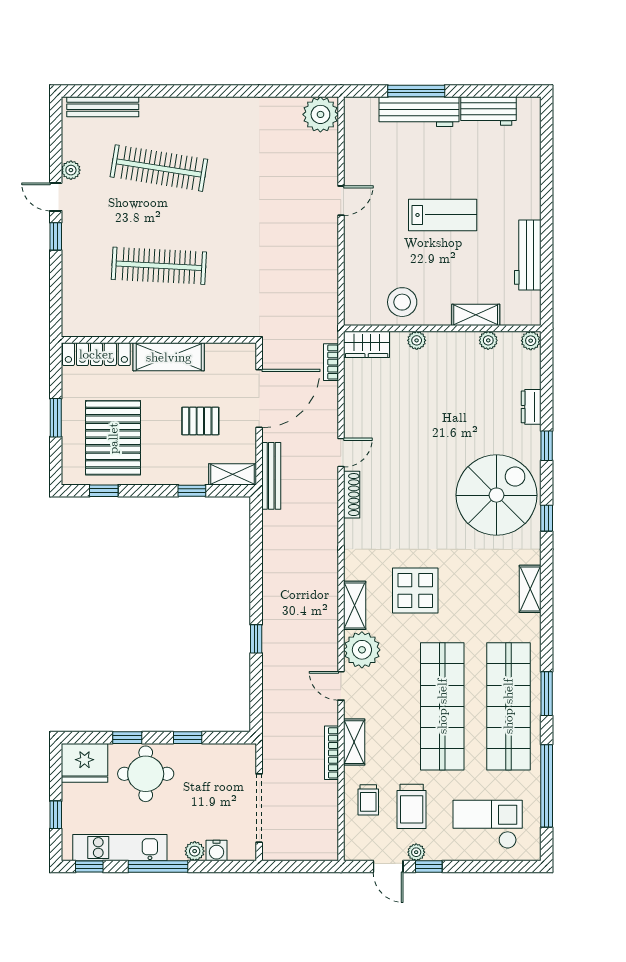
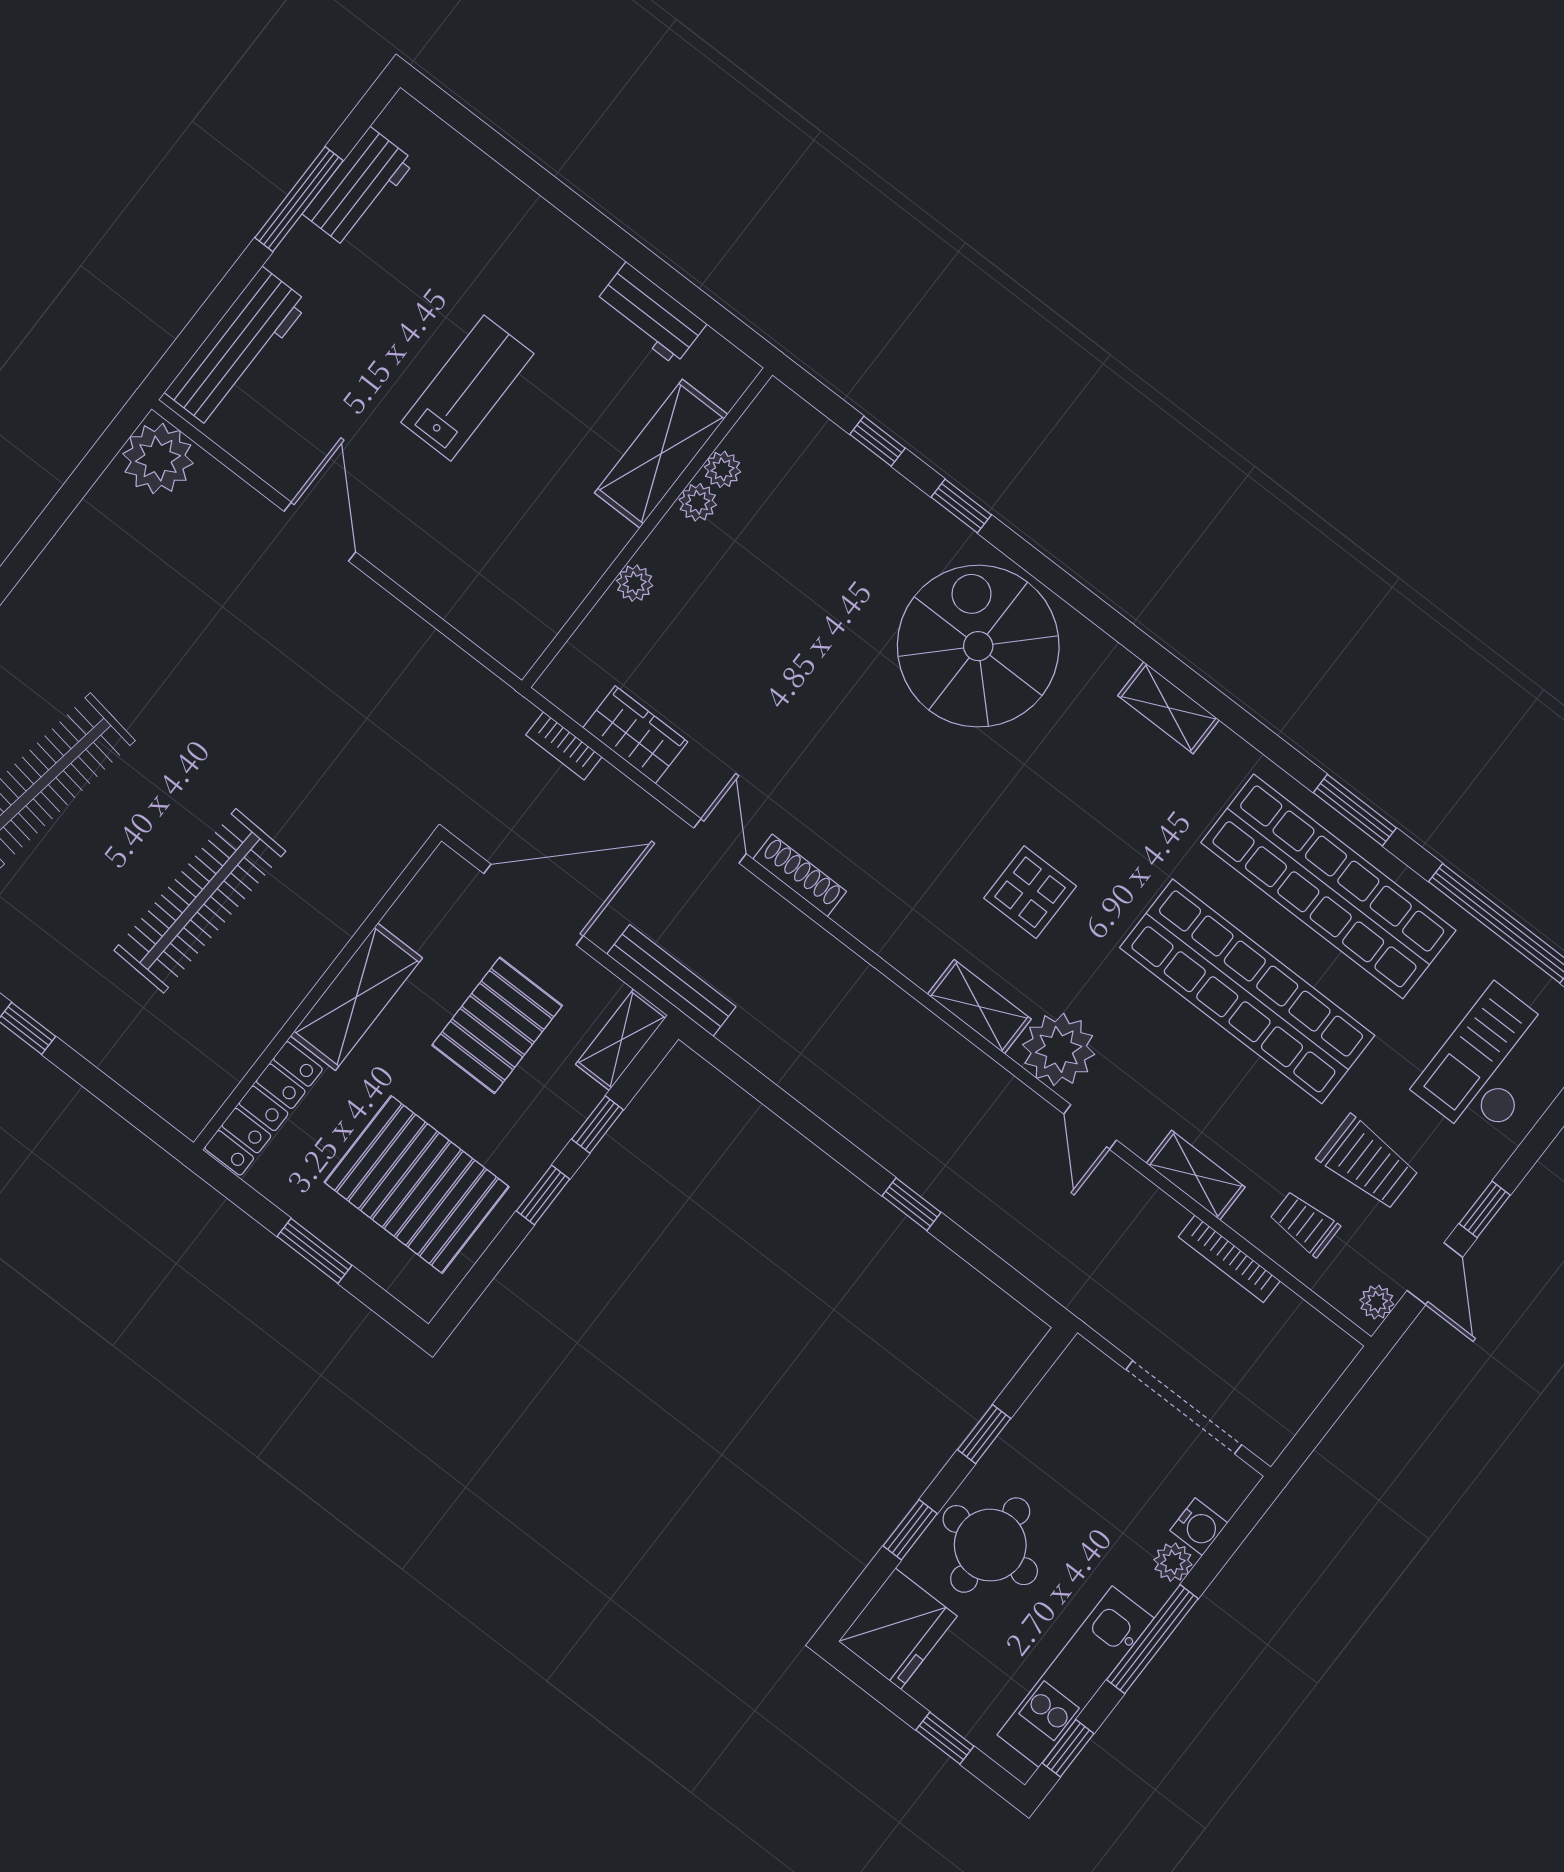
window: (416, 91) -> (299, 199), moved
workbench: (419, 112) -> (237, 348), moved
door: (341, 201) -> (320, 532), width x1.38
workbench: (528, 255) -> (651, 314), width x0.73
stool: (402, 302) -> (556, 559), removed
shelving: (476, 315) -> (661, 454), width x1.50, depth x1.33
plant: (531, 341) -> (698, 502), moved
wardrobe: (367, 344) -> (635, 735), moved, turned -90
door: (259, 399) -> (534, 905), hinge flipped
dresser: (531, 407) -> (881, 483), removed
pallet: (200, 421) -> (497, 1025), width x1.50, depth x1.42
window: (104, 491) -> (543, 1195), moved
window: (547, 518) -> (877, 441), moved
display table: (415, 591) -> (1030, 892), width x0.73, depth x0.73
door: (341, 686) -> (1090, 1127), hinge flipped
bookcase: (331, 753) -> (1229, 1259), moved
trolley: (368, 800) -> (1305, 1224), turned 180
plant: (416, 852) -> (1377, 1302), moved
door: (388, 866) -> (1435, 1274), hinge flipped

